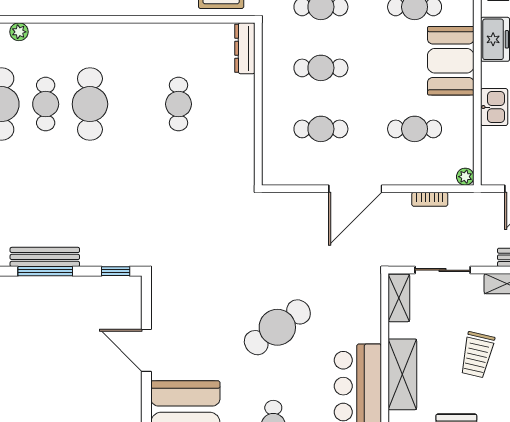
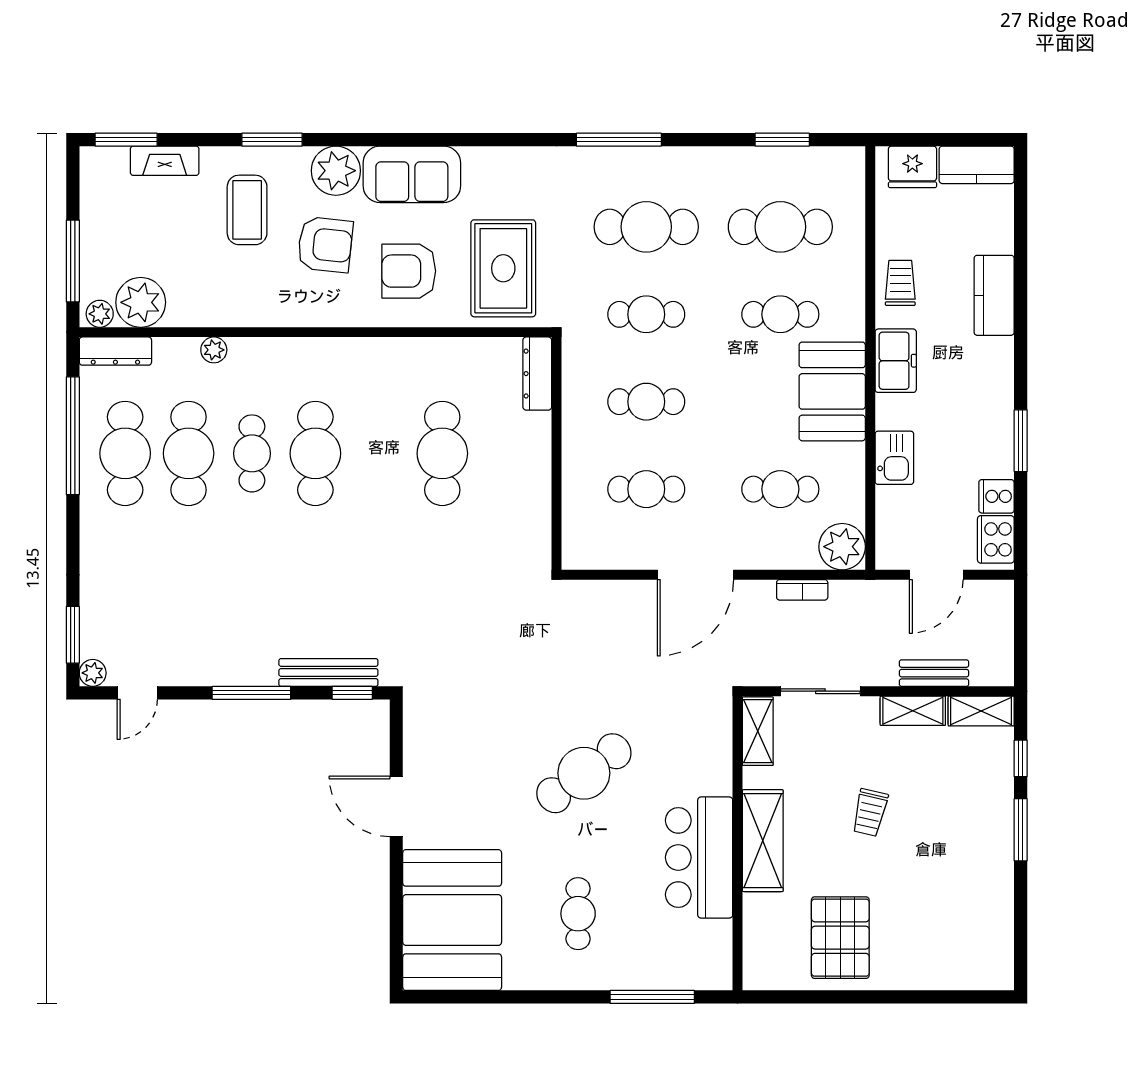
cafe table: (179, 104) -> (442, 453), width x1.37, depth x1.35
plant: (465, 177) -> (842, 547), width x1.87, depth x1.87
bench: (45, 257) -> (328, 672), moved
trolley: (477, 355) -> (870, 813), width x0.73, depth x0.72

